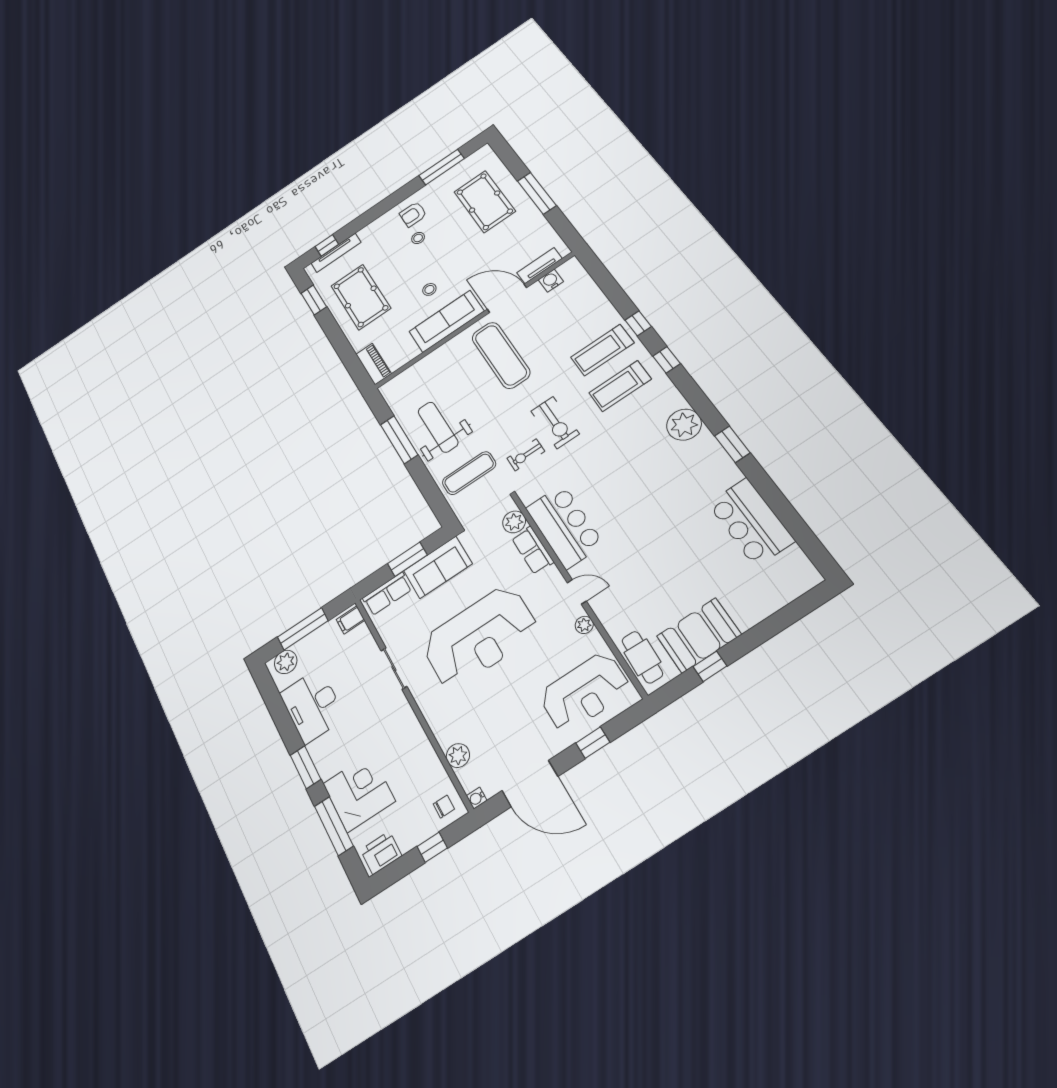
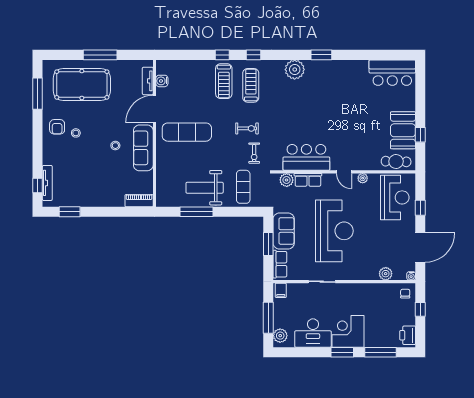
pool table: (485, 202) -> (82, 85), width x1.36, depth x1.32
pool table: (361, 297) -> (89, 185), removed
treadmill: (620, 386) -> (251, 85), turned 180
exercise bike: (555, 423) -> (247, 128), width x0.73, depth x0.72
bar counter: (751, 522) -> (392, 73), moved
door: (577, 592) -> (344, 172), swing flipped
corner desk: (359, 792) -> (348, 331), moved

